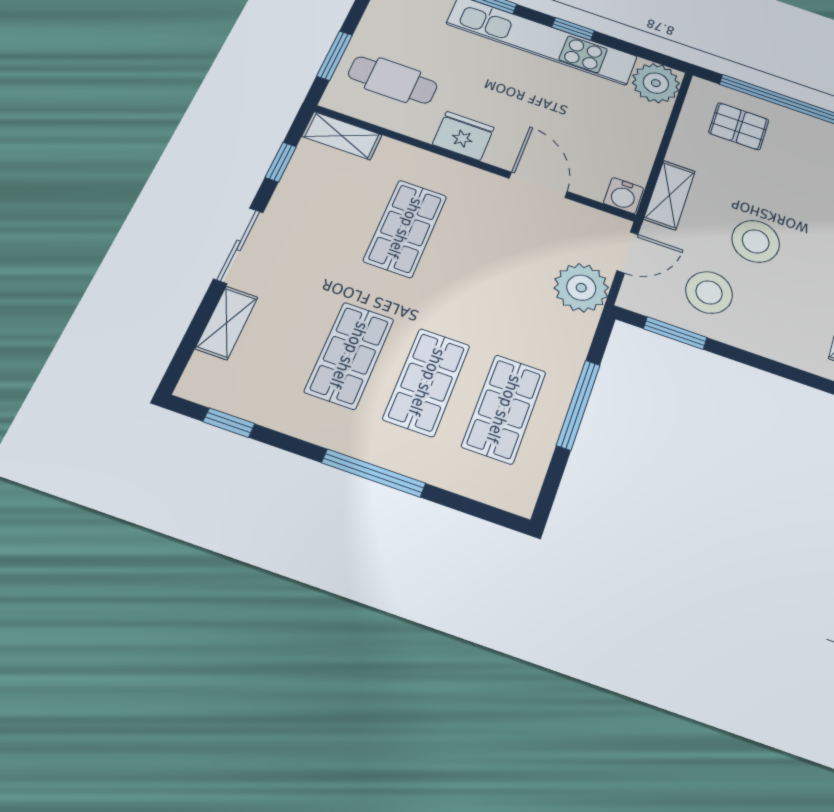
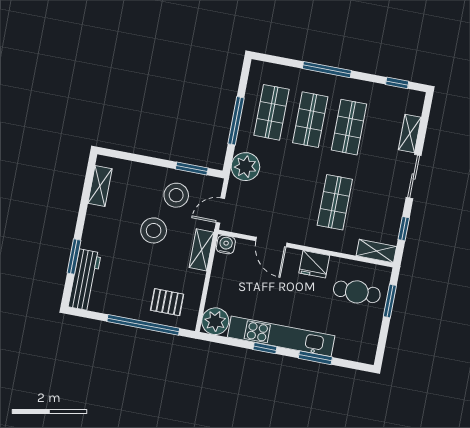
plant: (581, 288) -> (245, 167), moved

